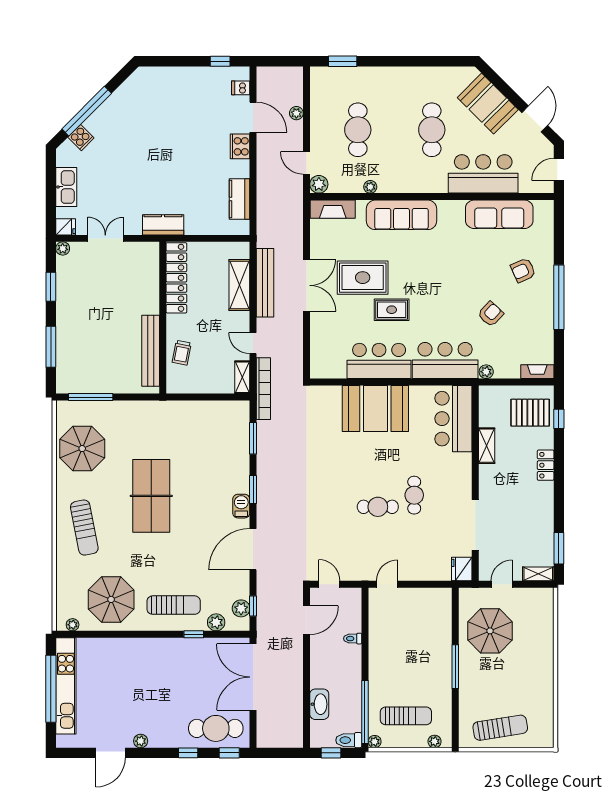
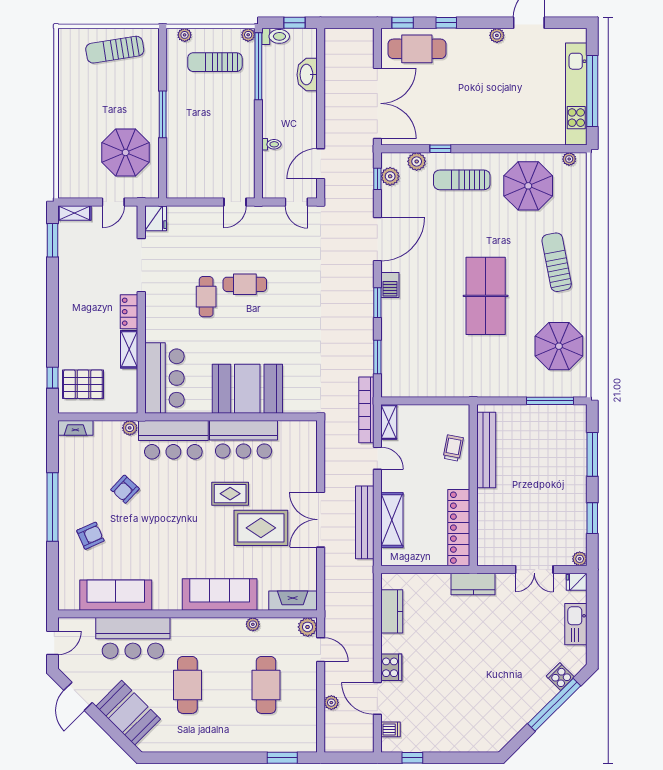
locker: (546, 465) -> (129, 312), moved, turned 180

